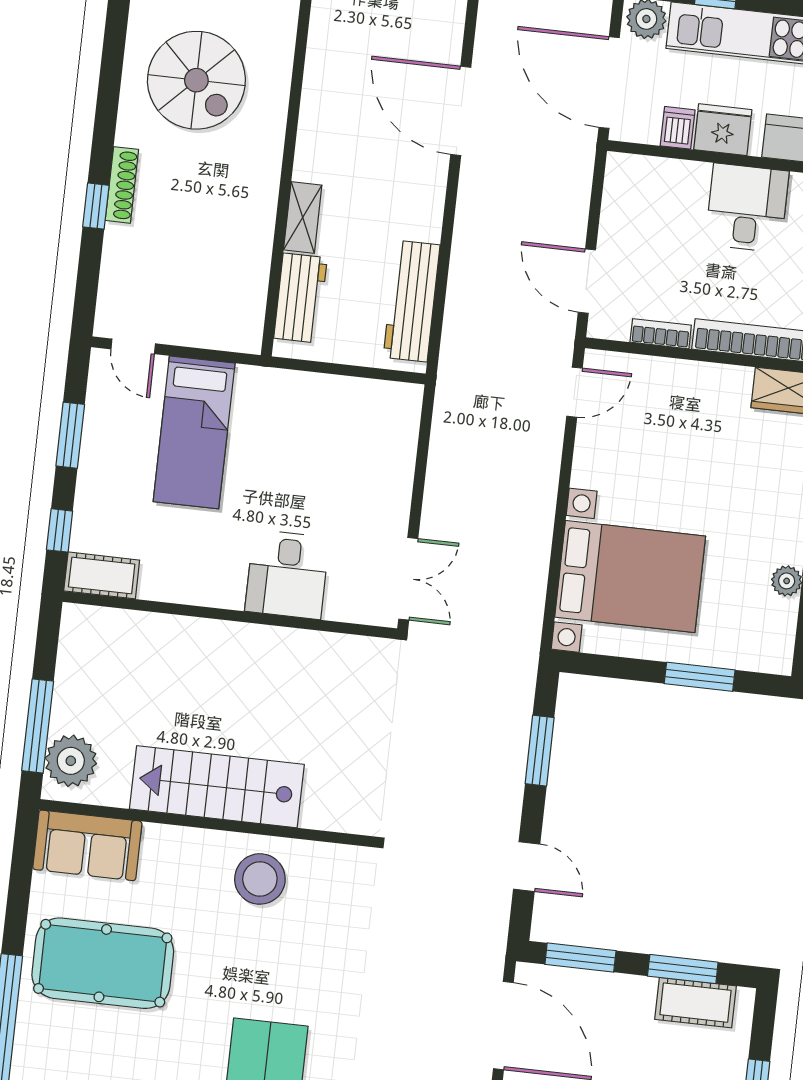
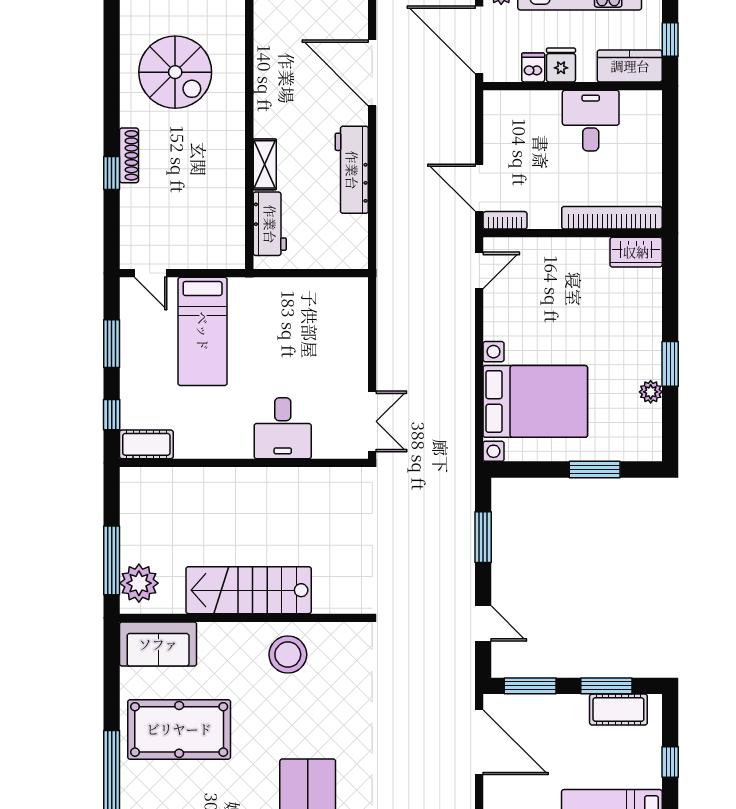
fridge: (723, 130) -> (561, 65), width x0.72
workbench: (412, 301) -> (352, 170), moved
bookcase: (661, 334) -> (505, 220), moved

